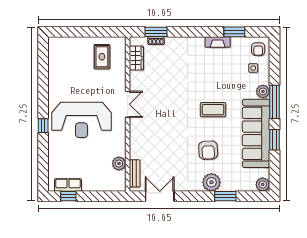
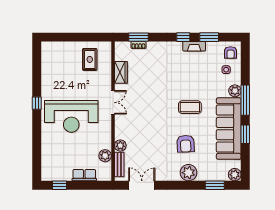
window: (206, 32) -> (183, 37), added
wardrobe: (136, 58) -> (121, 72), moved
window: (43, 126) -> (37, 103), moved
plant: (136, 152) -> (120, 146), added
row of seats: (68, 185) -> (84, 175), moved
window: (225, 196) -> (215, 185), moved

